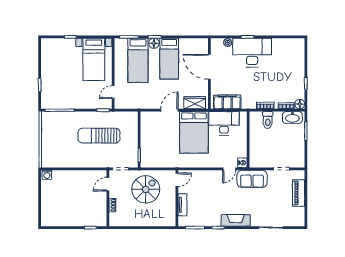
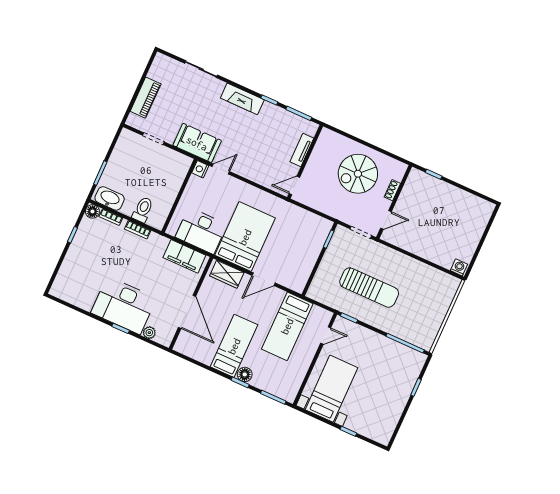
bed: (138, 60) -> (287, 326), moved, turned 180
spiral stairs: (146, 189) -> (358, 174), moved

